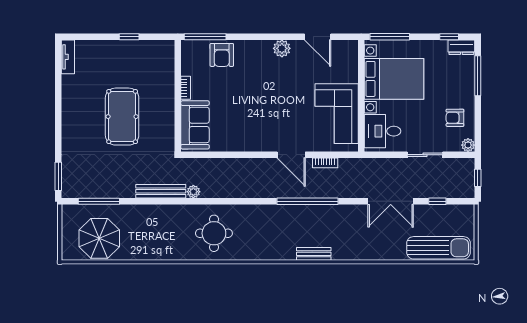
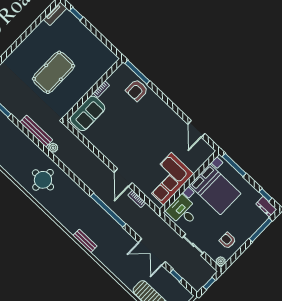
window: (129, 37) -> (76, 14), moved
plant: (282, 48) -> (172, 117), removed

